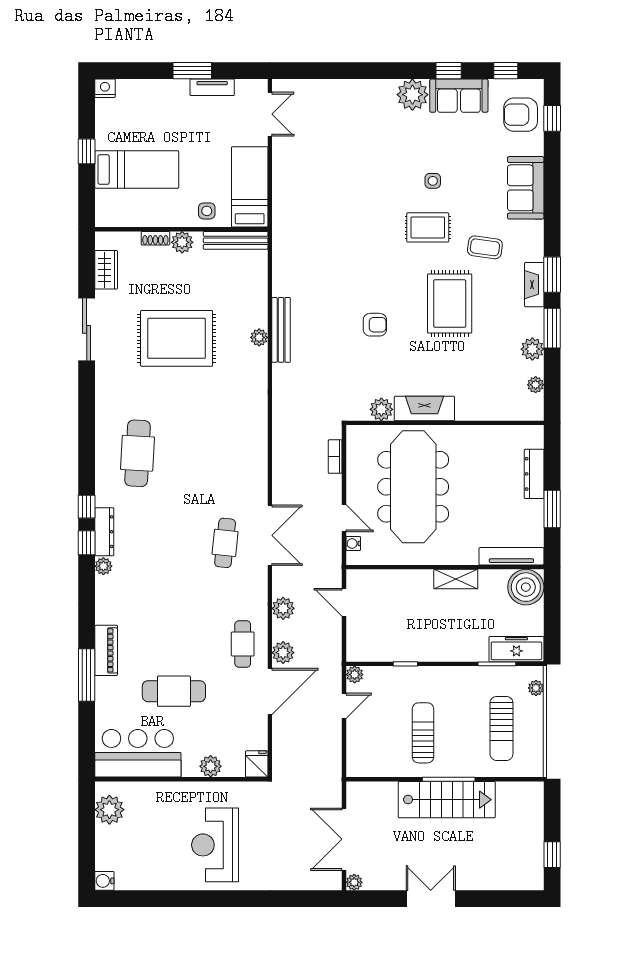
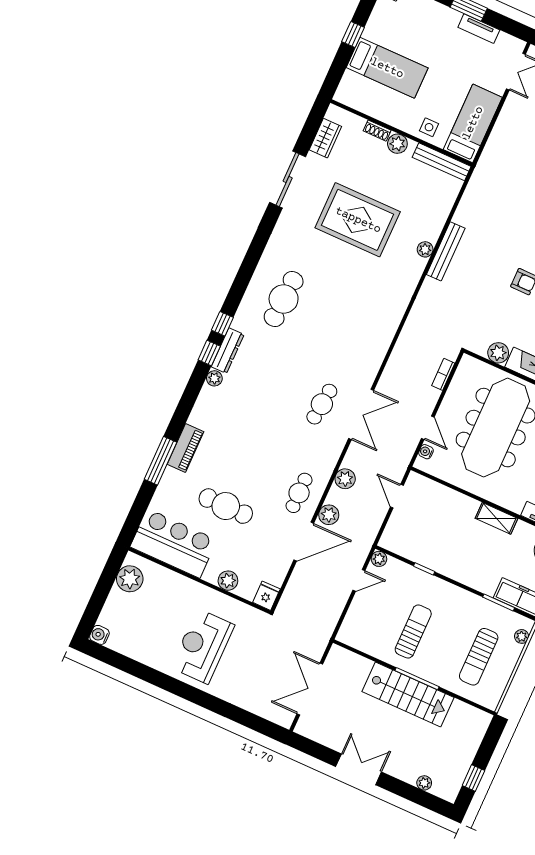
plant: (354, 882) -> (424, 783), moved

